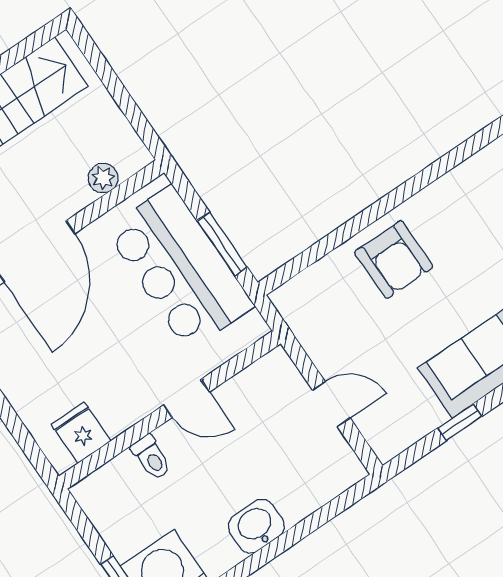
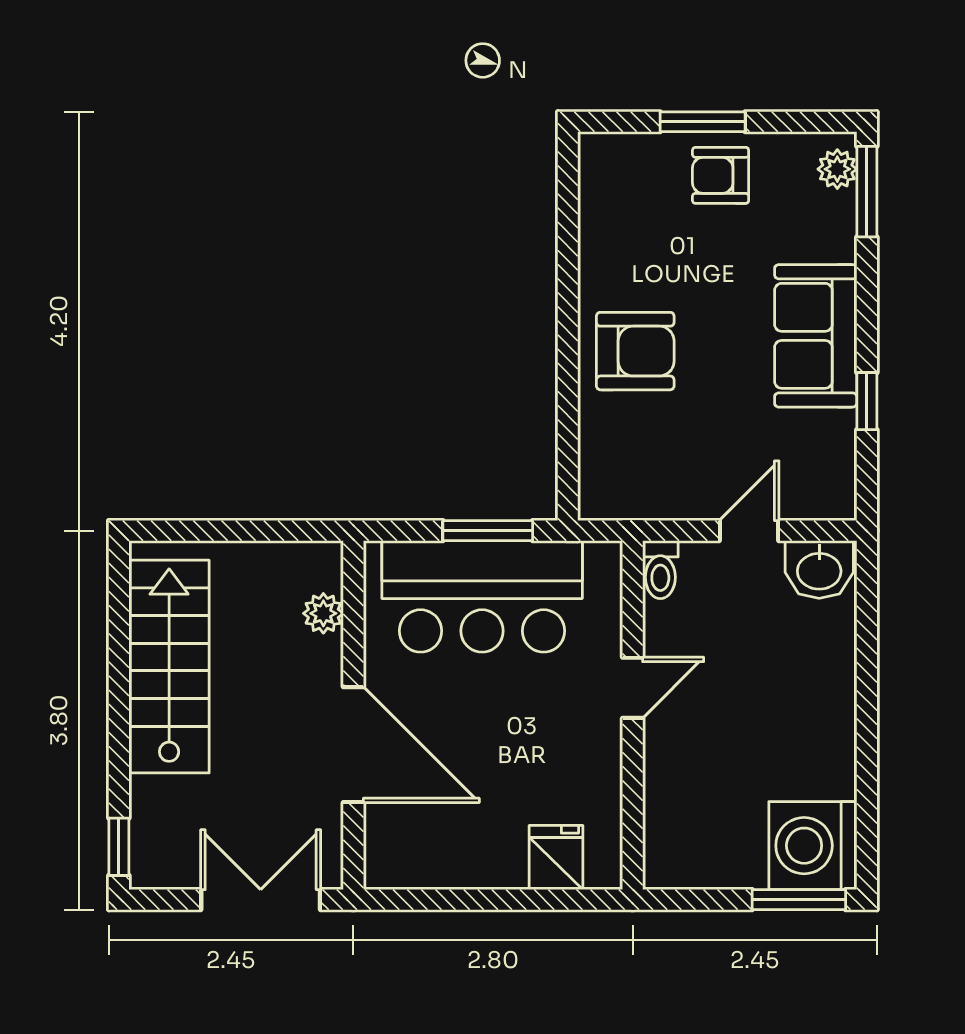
fridge: (81, 433) -> (556, 858), moved, turned 90
toilet: (151, 457) -> (660, 570), moved, turned 90
washbasin: (256, 526) -> (819, 570), moved, turned -90

